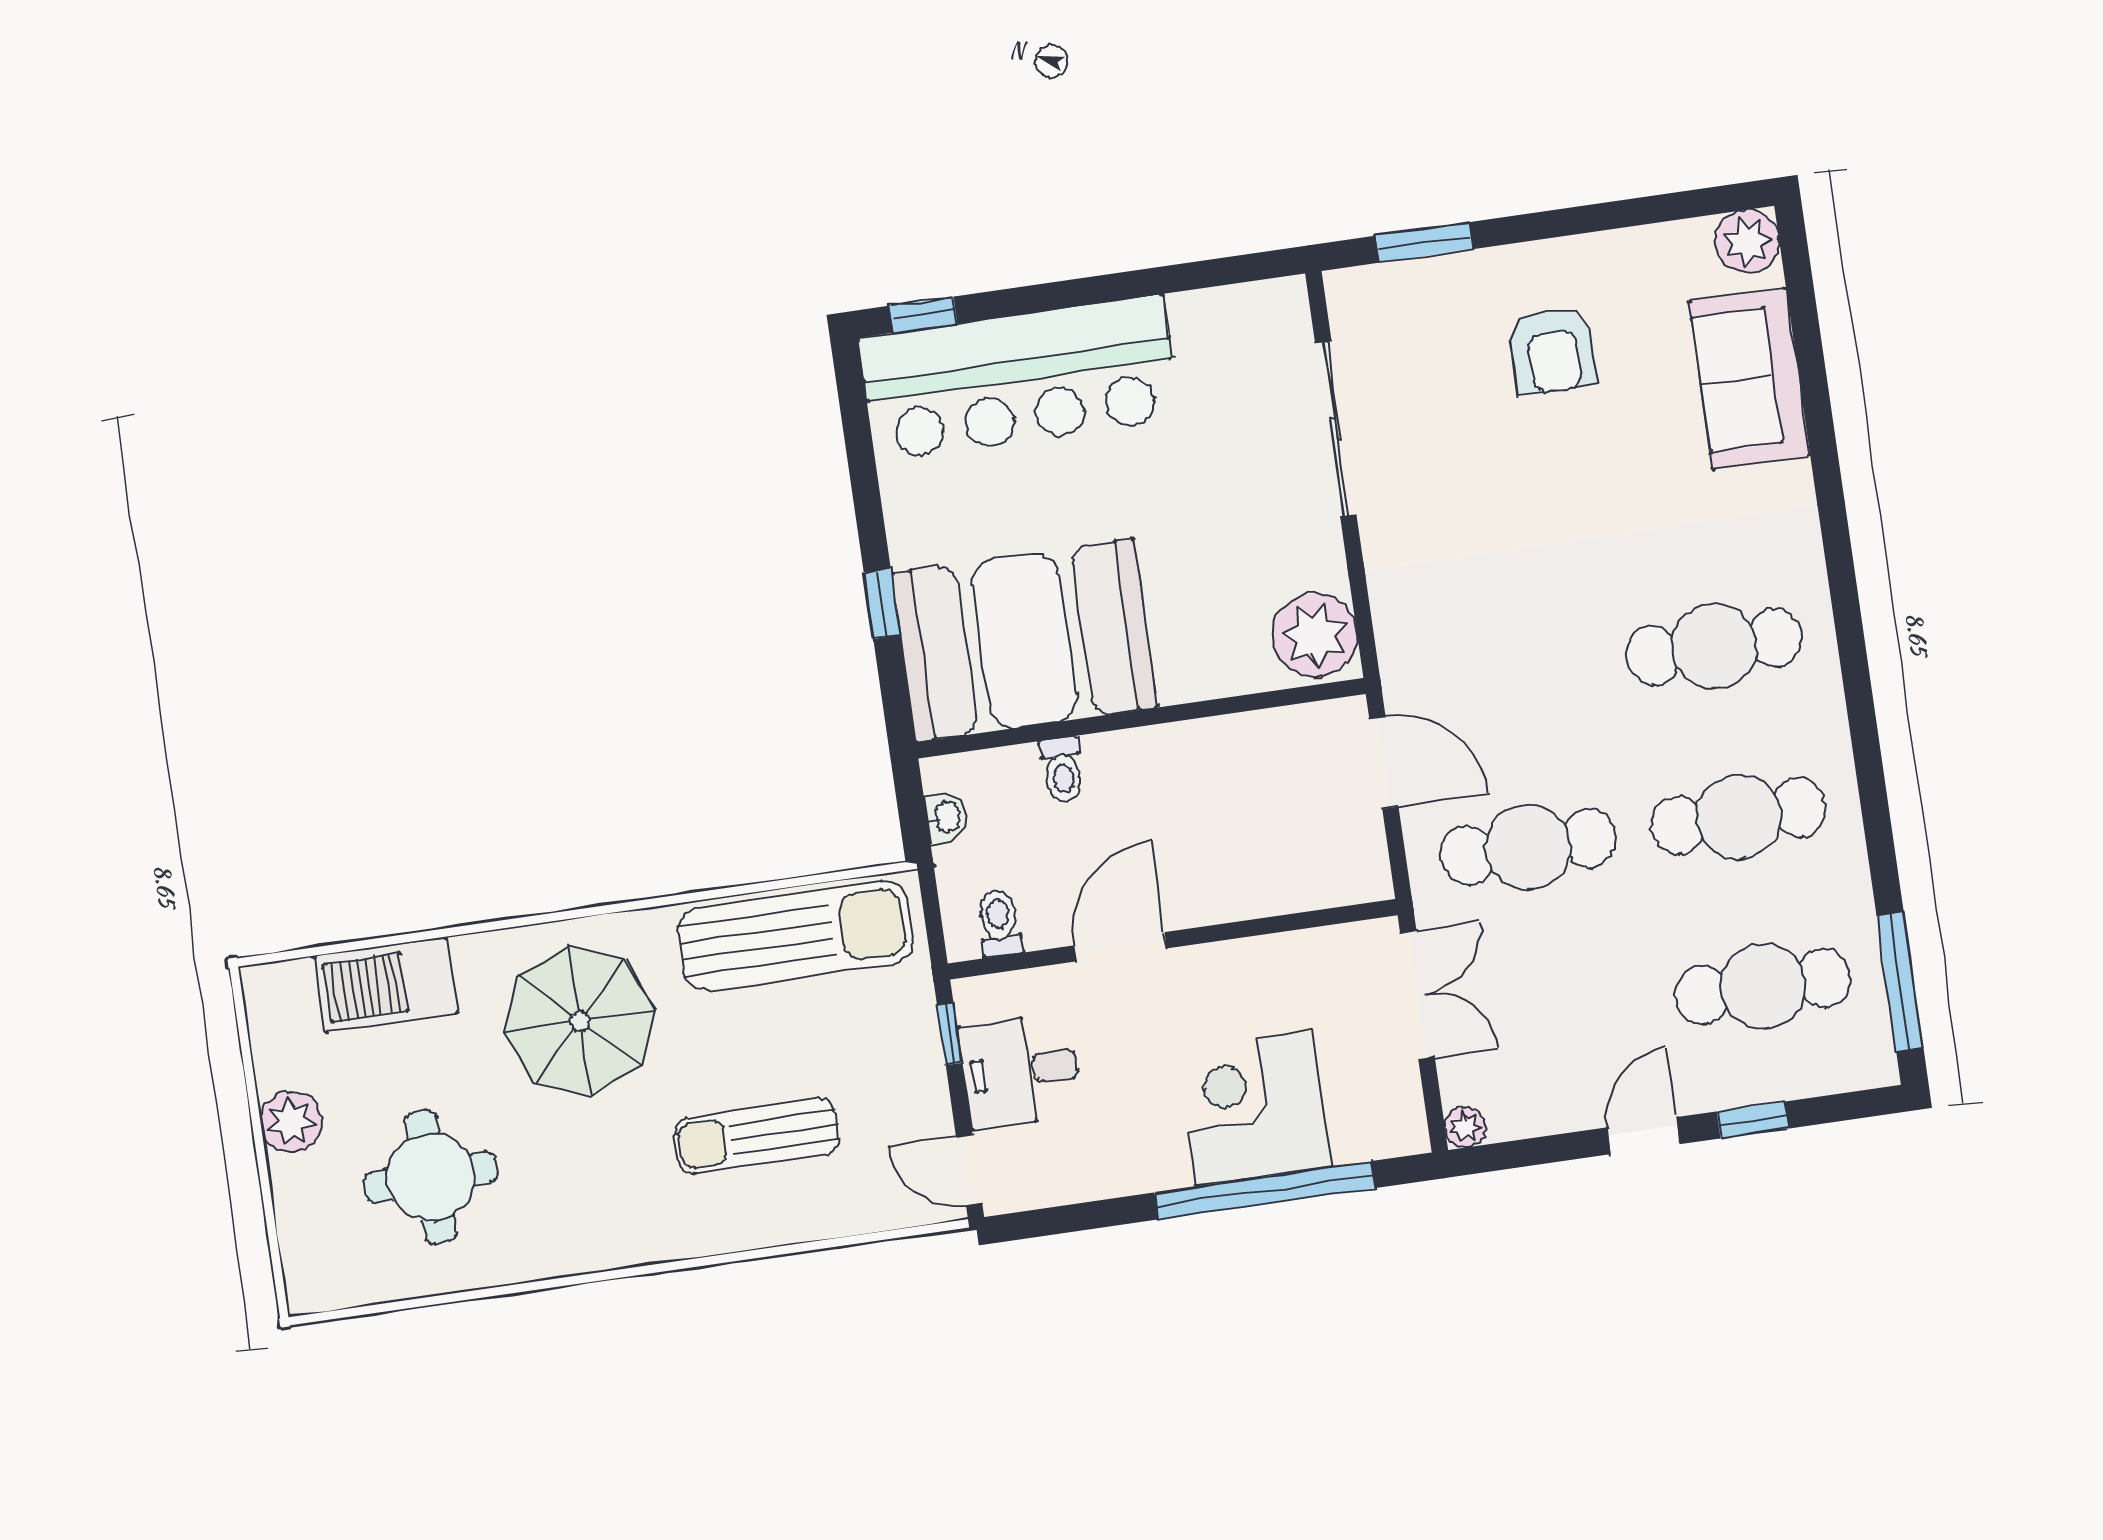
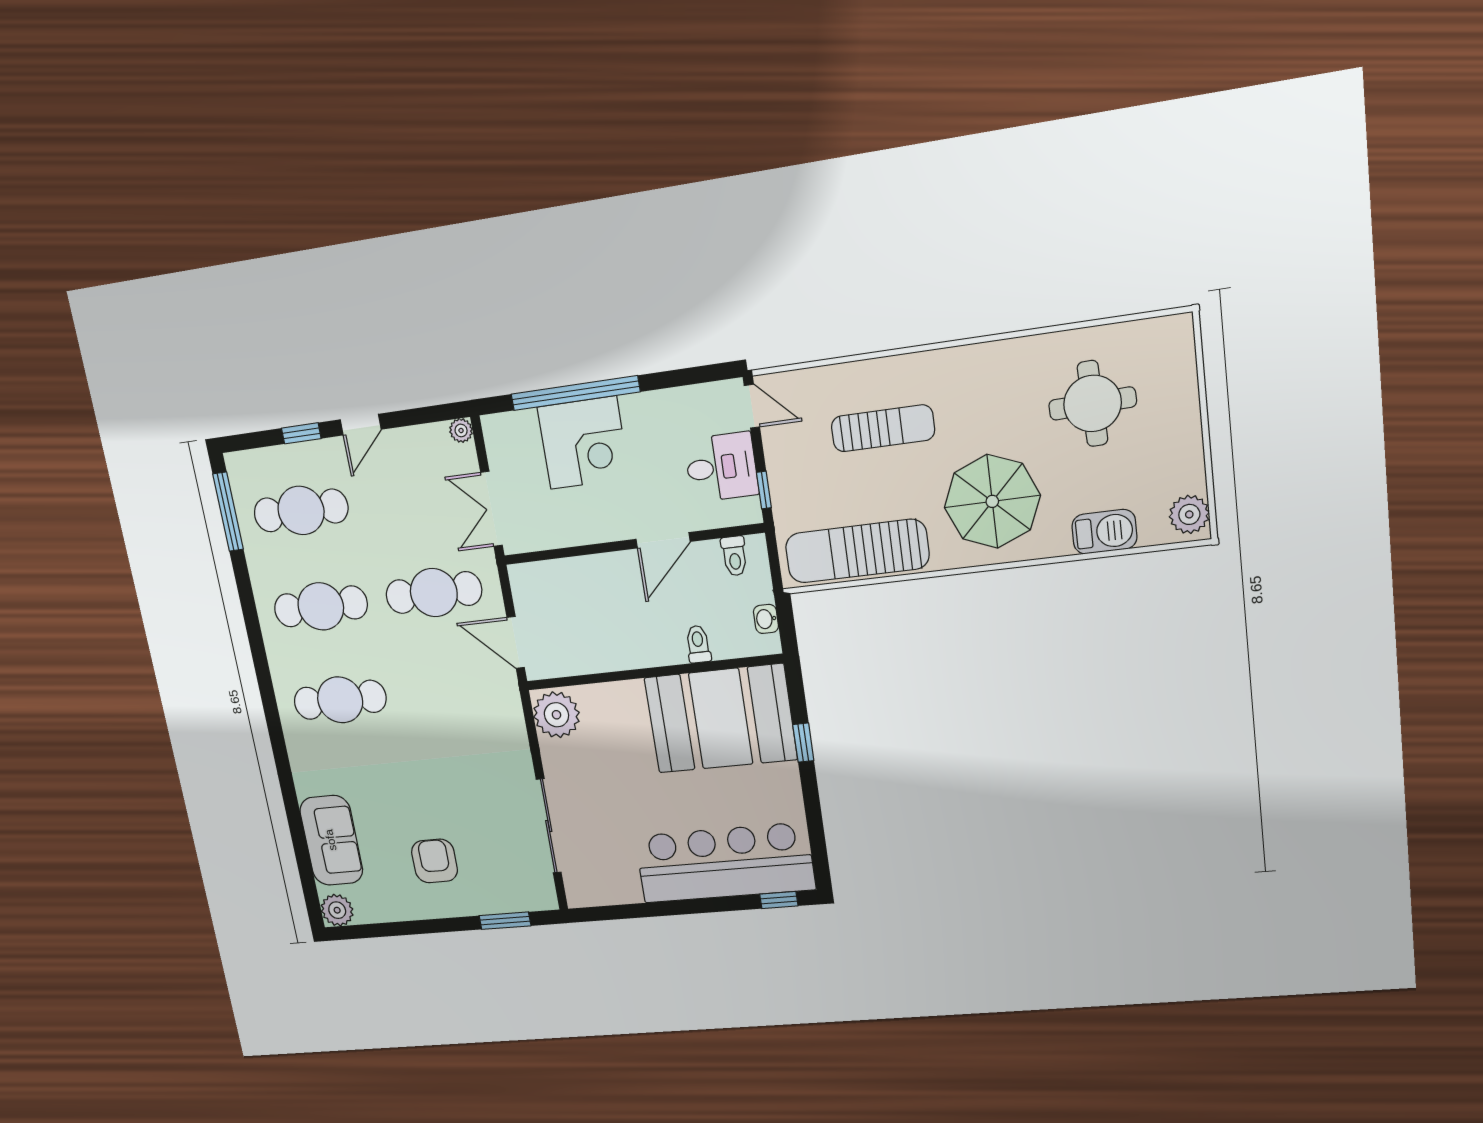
barbecue: (386, 985) -> (1104, 532), width x0.73, depth x0.83
plant: (291, 1122) -> (1189, 514), moved

